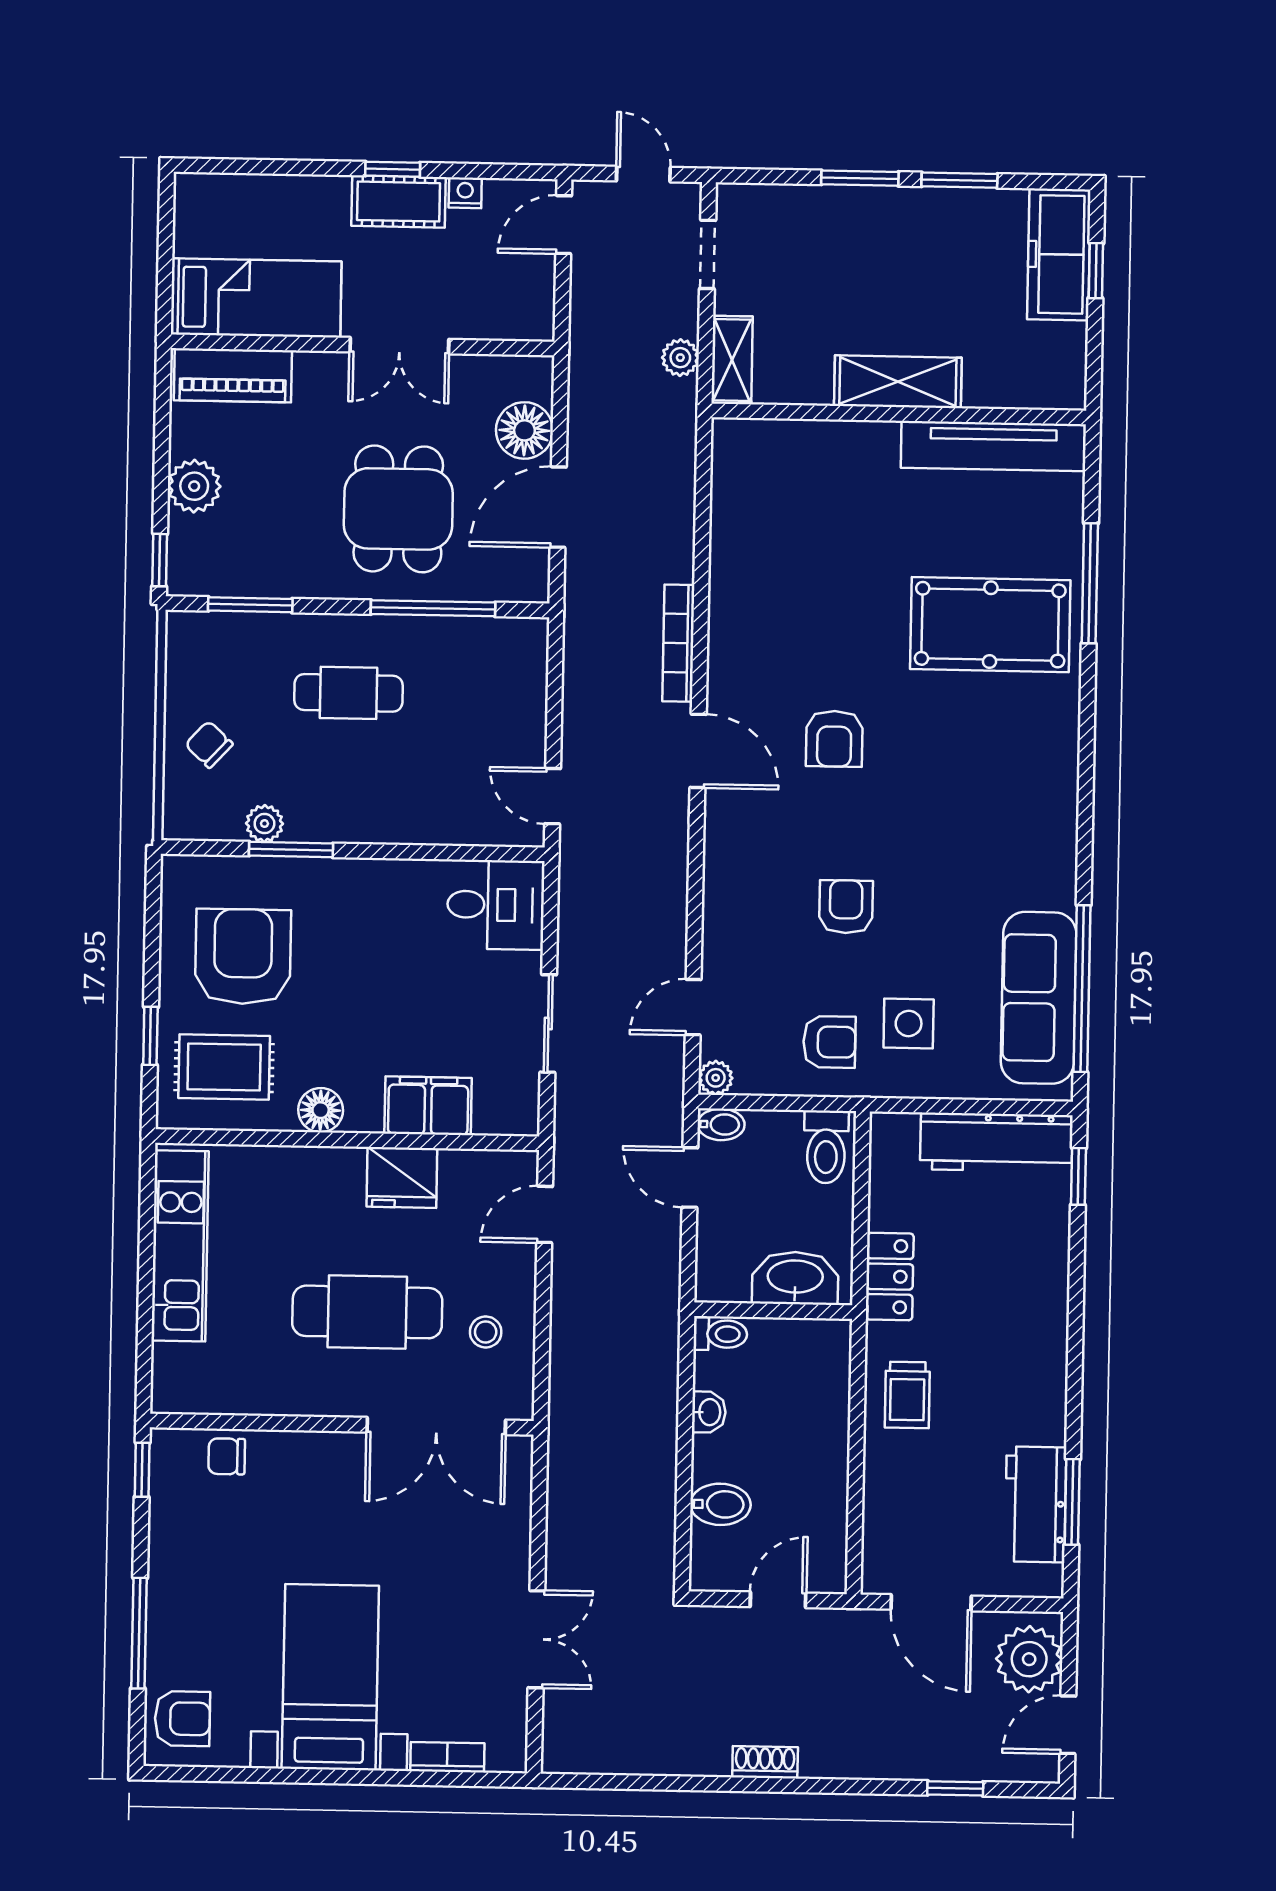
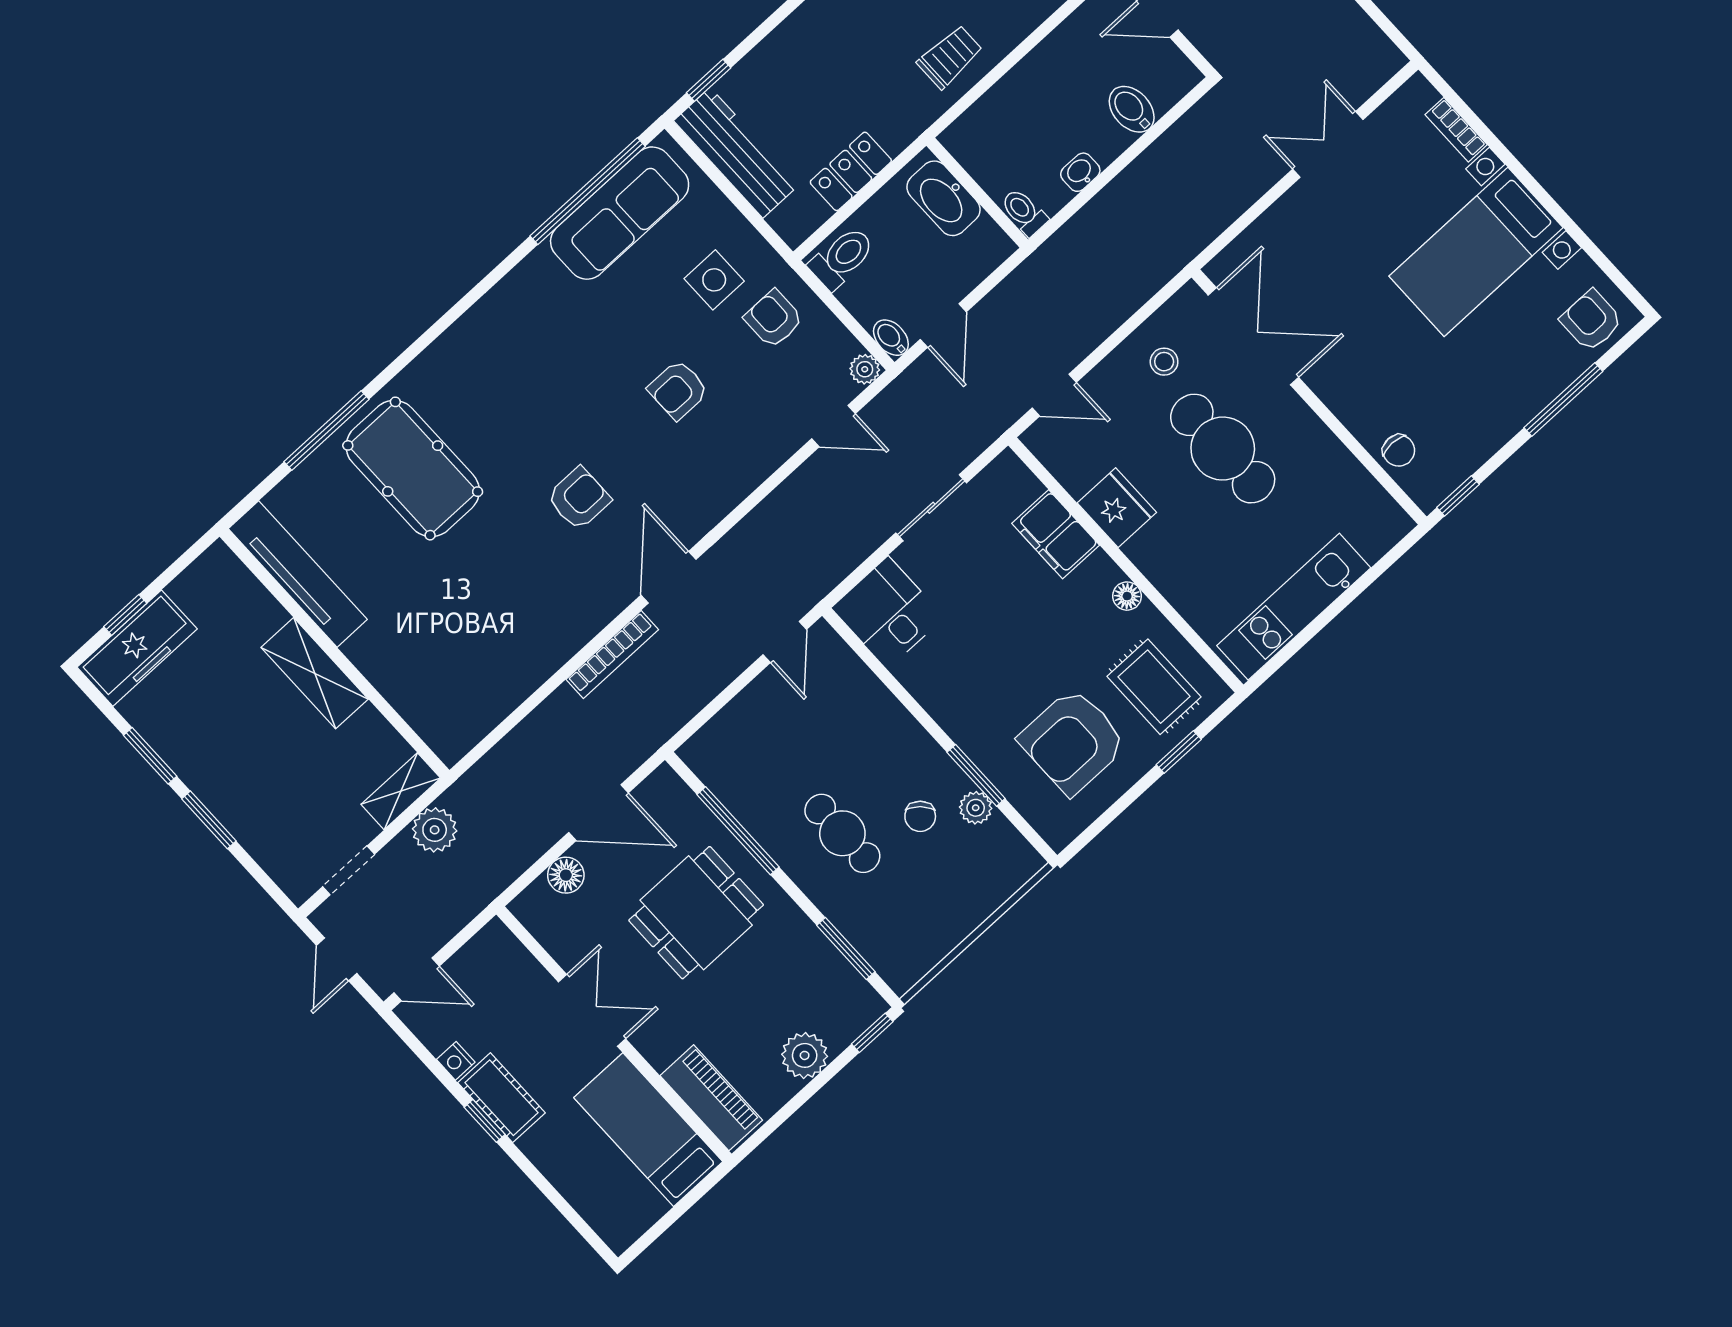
plant: (680, 358) -> (435, 830), width x1.38, depth x1.38
floor lamp: (524, 430) -> (566, 875), width x0.73, depth x0.73
chair: (209, 744) -> (920, 816), moved
floor lamp: (321, 1110) -> (1127, 596), width x0.73, depth x0.73
locker: (890, 1277) -> (851, 171), moved

